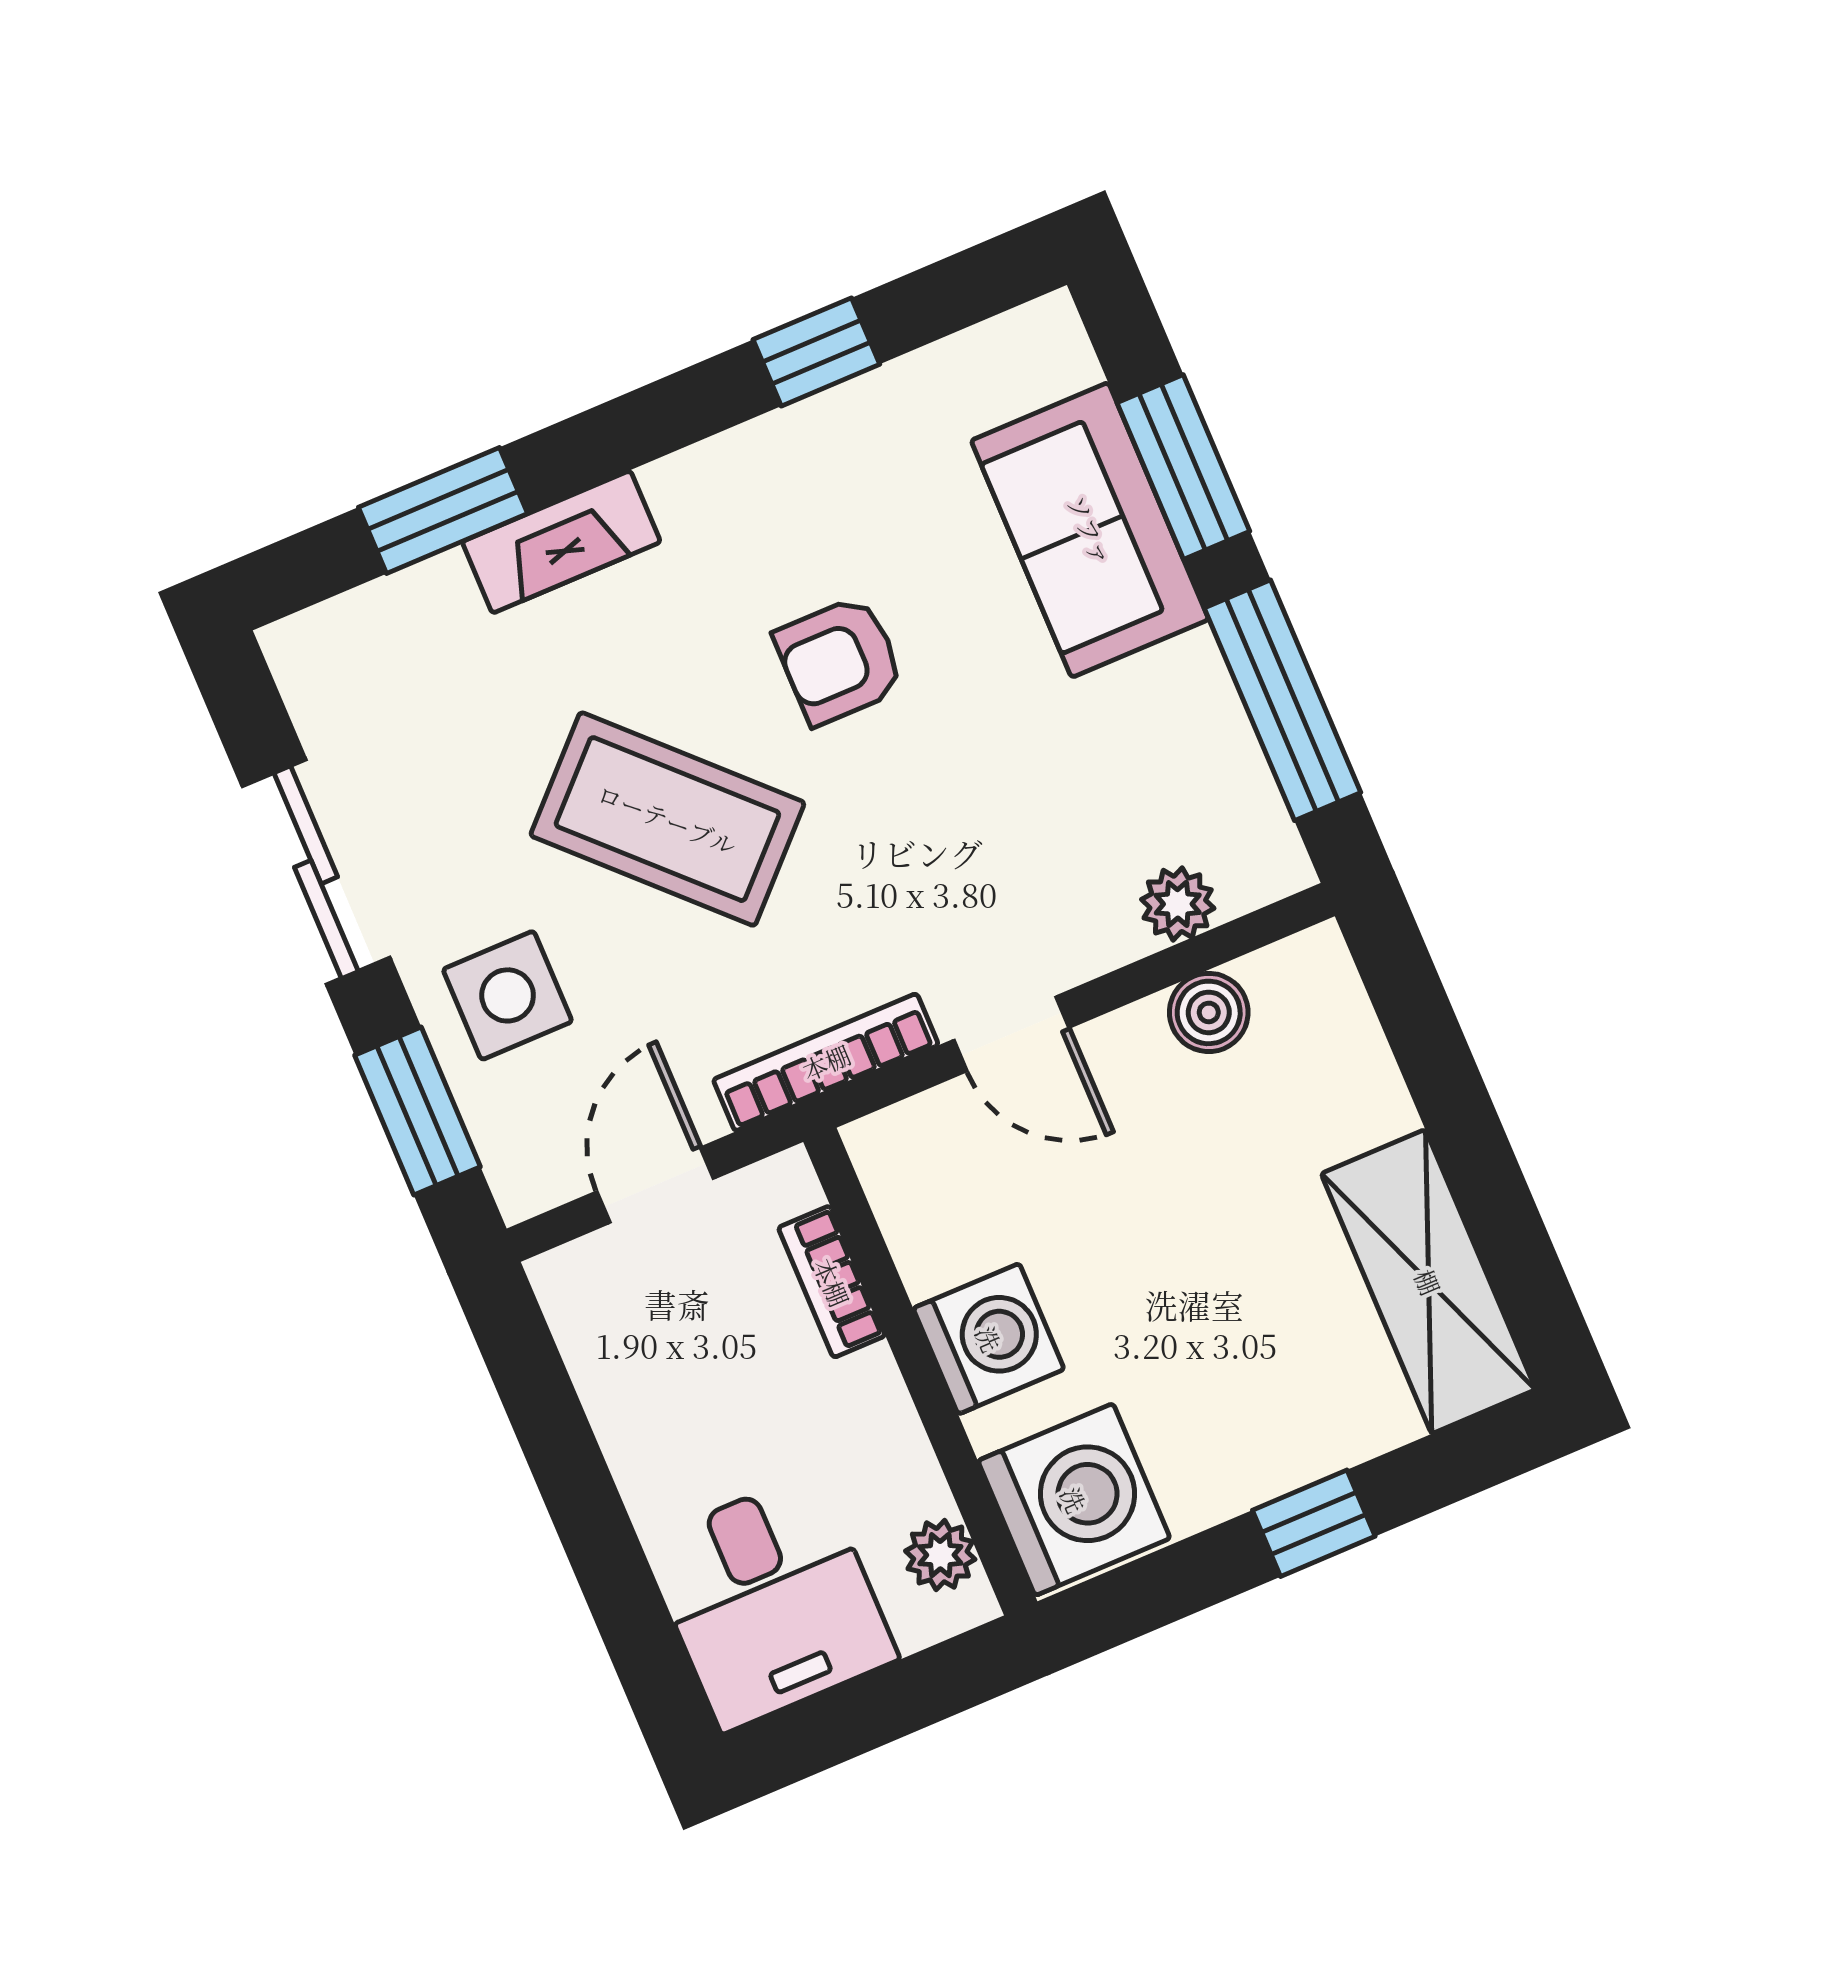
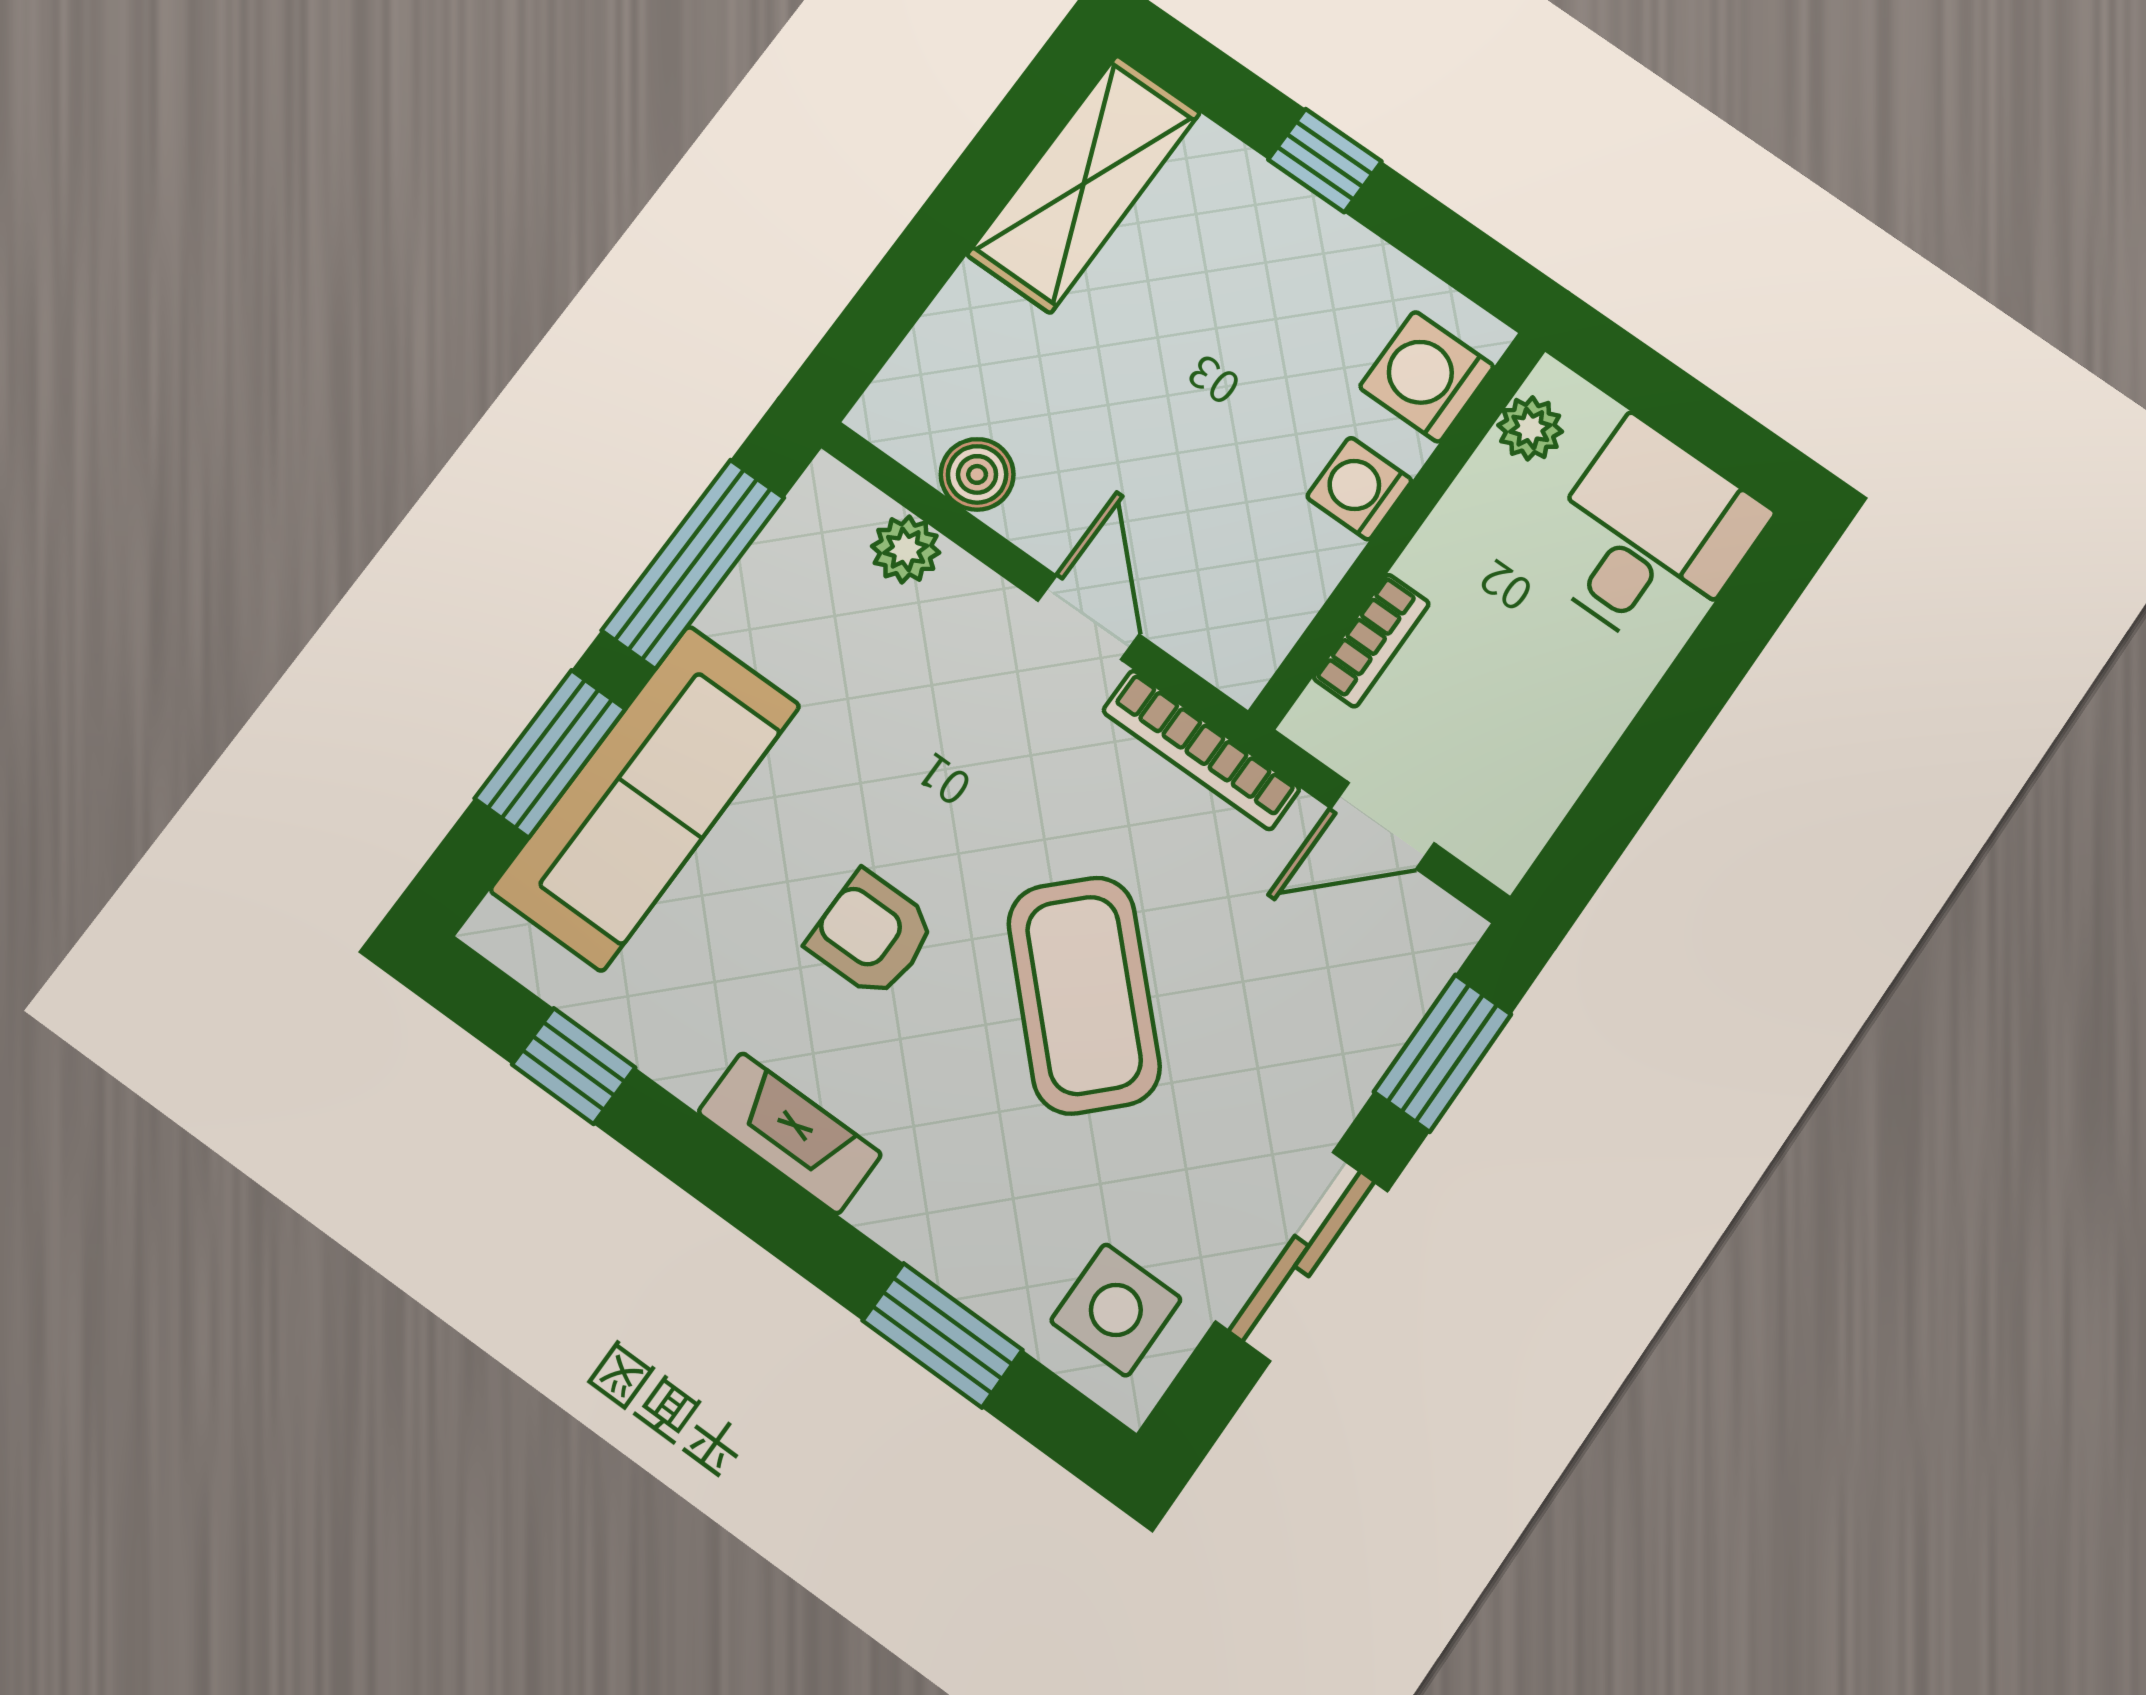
window: (816, 352) -> (574, 1066), moved
sofa: (1090, 530) -> (646, 798), width x1.36
fireplace: (561, 542) -> (790, 1133), moved
armchair: (839, 660) -> (872, 935), turned 180
side table: (508, 995) -> (1116, 1310), moved
washing machine: (989, 1339) -> (1359, 489), width x0.73, depth x0.73
washing machine: (1074, 1500) -> (1427, 377), width x0.73, depth x0.73

